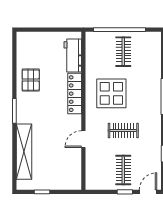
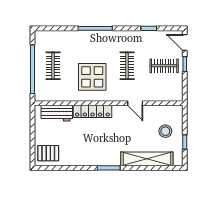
clothes rail: (123, 52) -> (53, 66), turned 90
pallet: (31, 80) -> (48, 153), moved
stool: (53, 171) -> (165, 131), added

